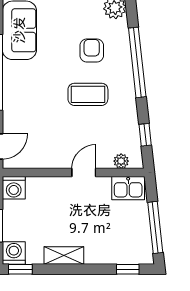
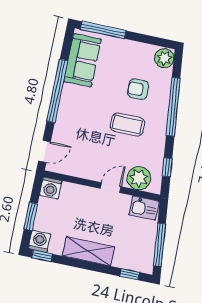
armchair: (92, 50) -> (138, 89), turned -90
plant: (121, 161) -> (139, 178), width x1.87, depth x1.87
shelving: (64, 255) -> (88, 251), width x1.50, depth x1.33

